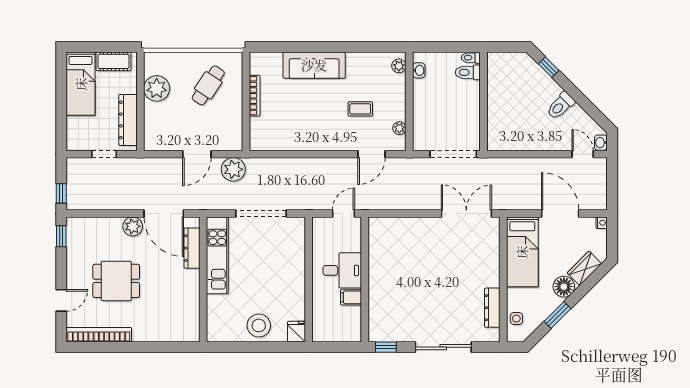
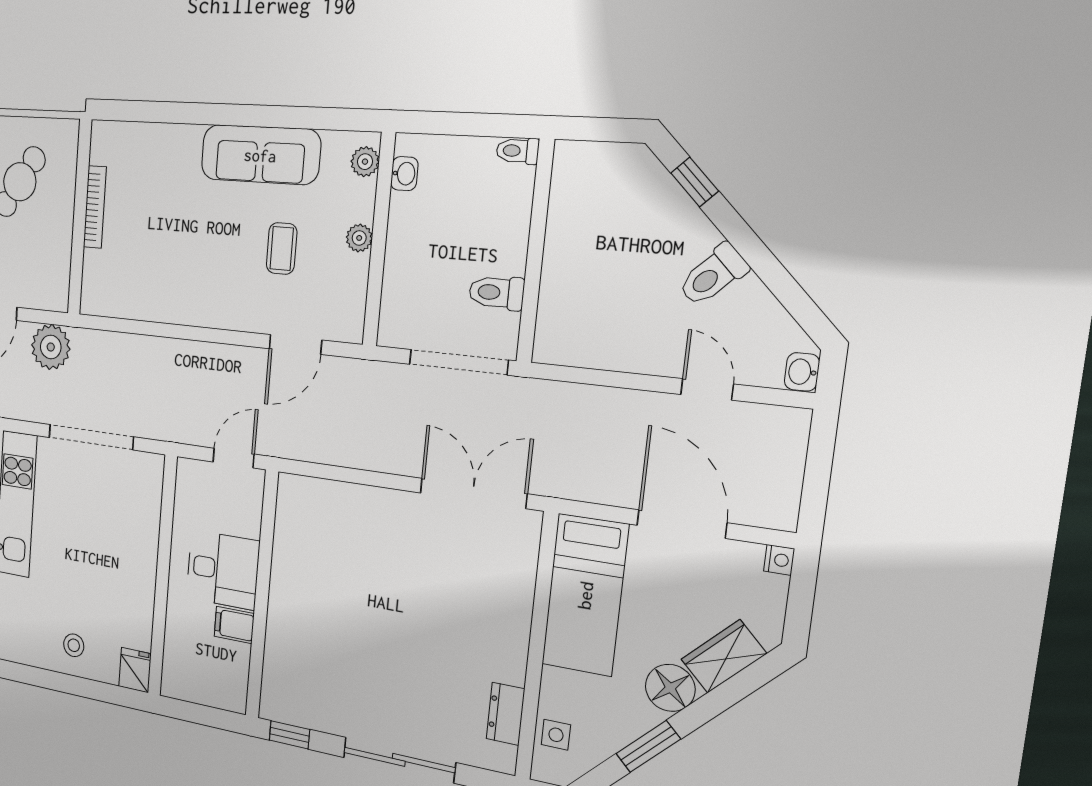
sofa: (314, 65) -> (260, 155), moved
toilet: (468, 72) -> (496, 293), moved
coffee table: (360, 109) -> (282, 248), turned 90
plant: (399, 128) -> (359, 238), moved
door: (583, 154) -> (707, 389), moved
dresser: (492, 308) -> (506, 714), width x0.70
stool: (259, 325) -> (74, 645), width x0.53, depth x0.53

